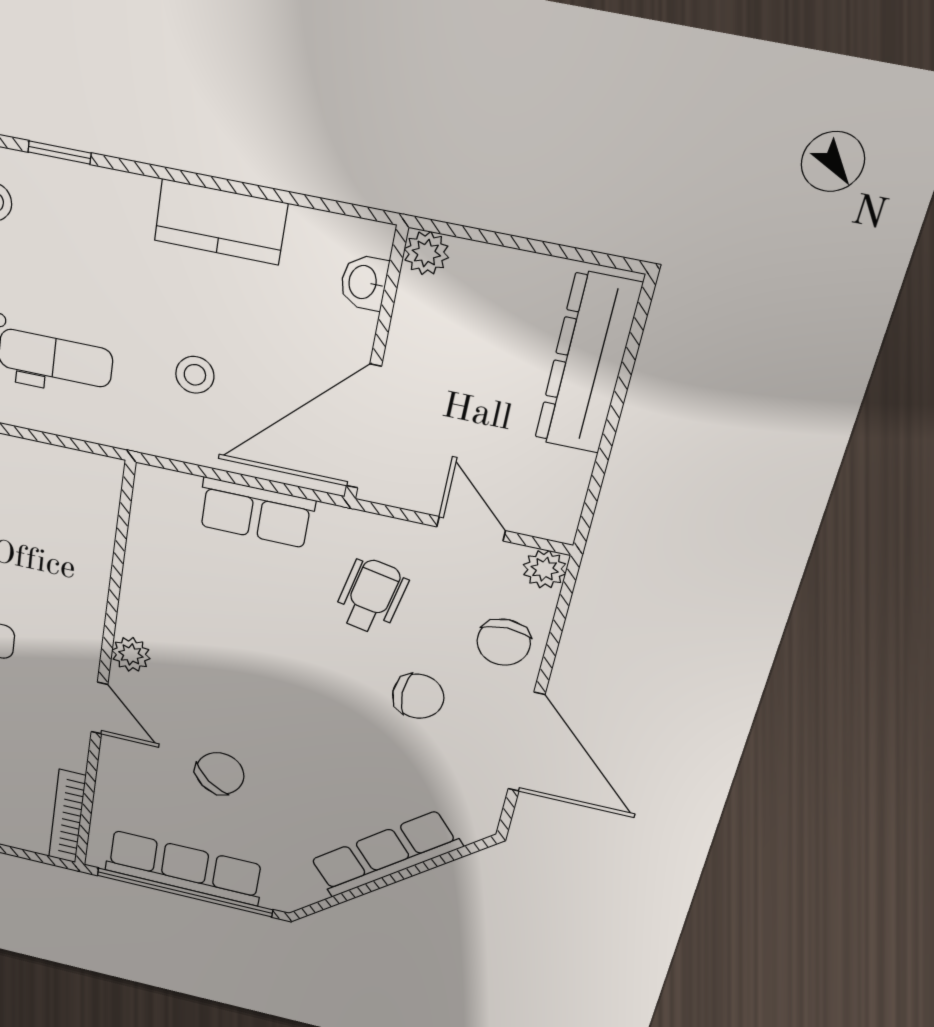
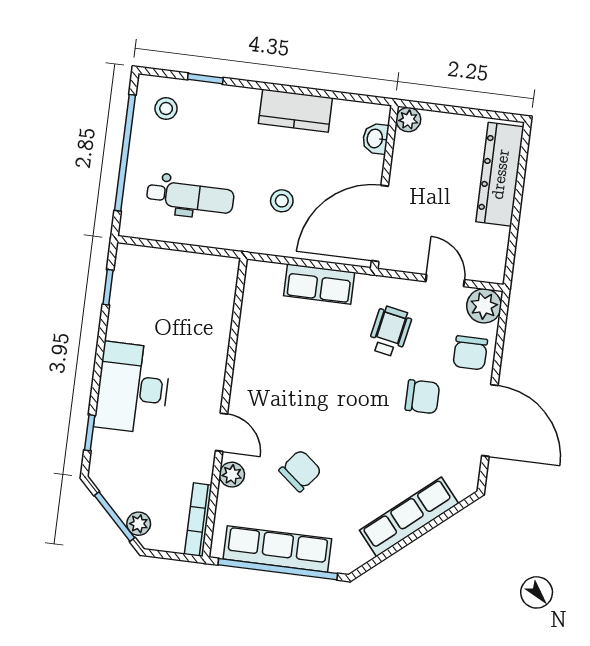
plant: (545, 569) -> (484, 306), width x1.38, depth x1.38
plant: (131, 654) -> (232, 475), moved

